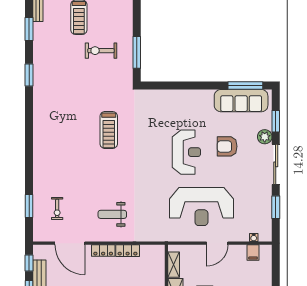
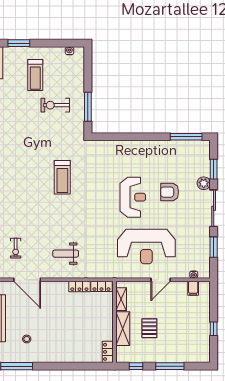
sofa: (241, 101) -> (182, 150), removed
locker: (103, 251) -> (101, 286), moved

